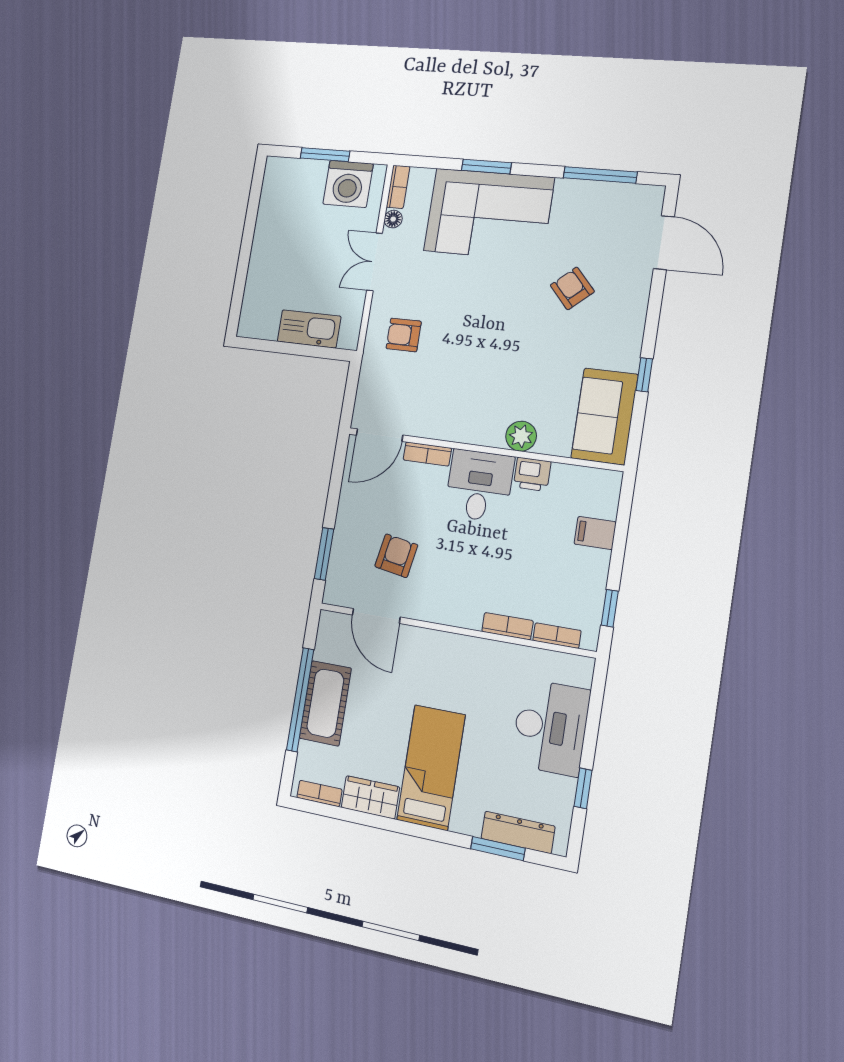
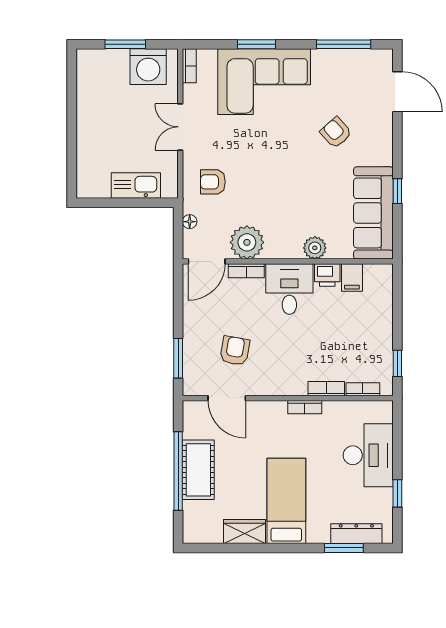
floor lamp: (393, 219) -> (190, 222), moved
sofa: (604, 416) -> (373, 213), width x1.36
plant: (434, 417) -> (247, 242), added
filing cabinet: (595, 533) -> (352, 277), moved, turned -90
bookcase: (319, 793) -> (305, 407), moved, turned 180

